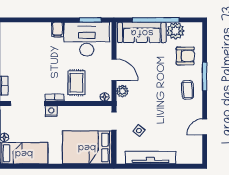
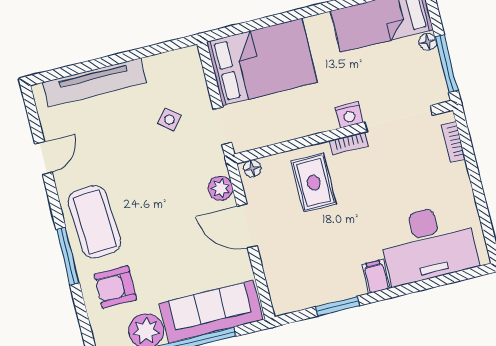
window: (90, 20) -> (337, 306), moved
desk: (87, 39) -> (428, 244), moved
coffee table: (188, 90) -> (94, 222), width x1.86, depth x1.72
tv unit: (151, 158) -> (95, 83), moved

